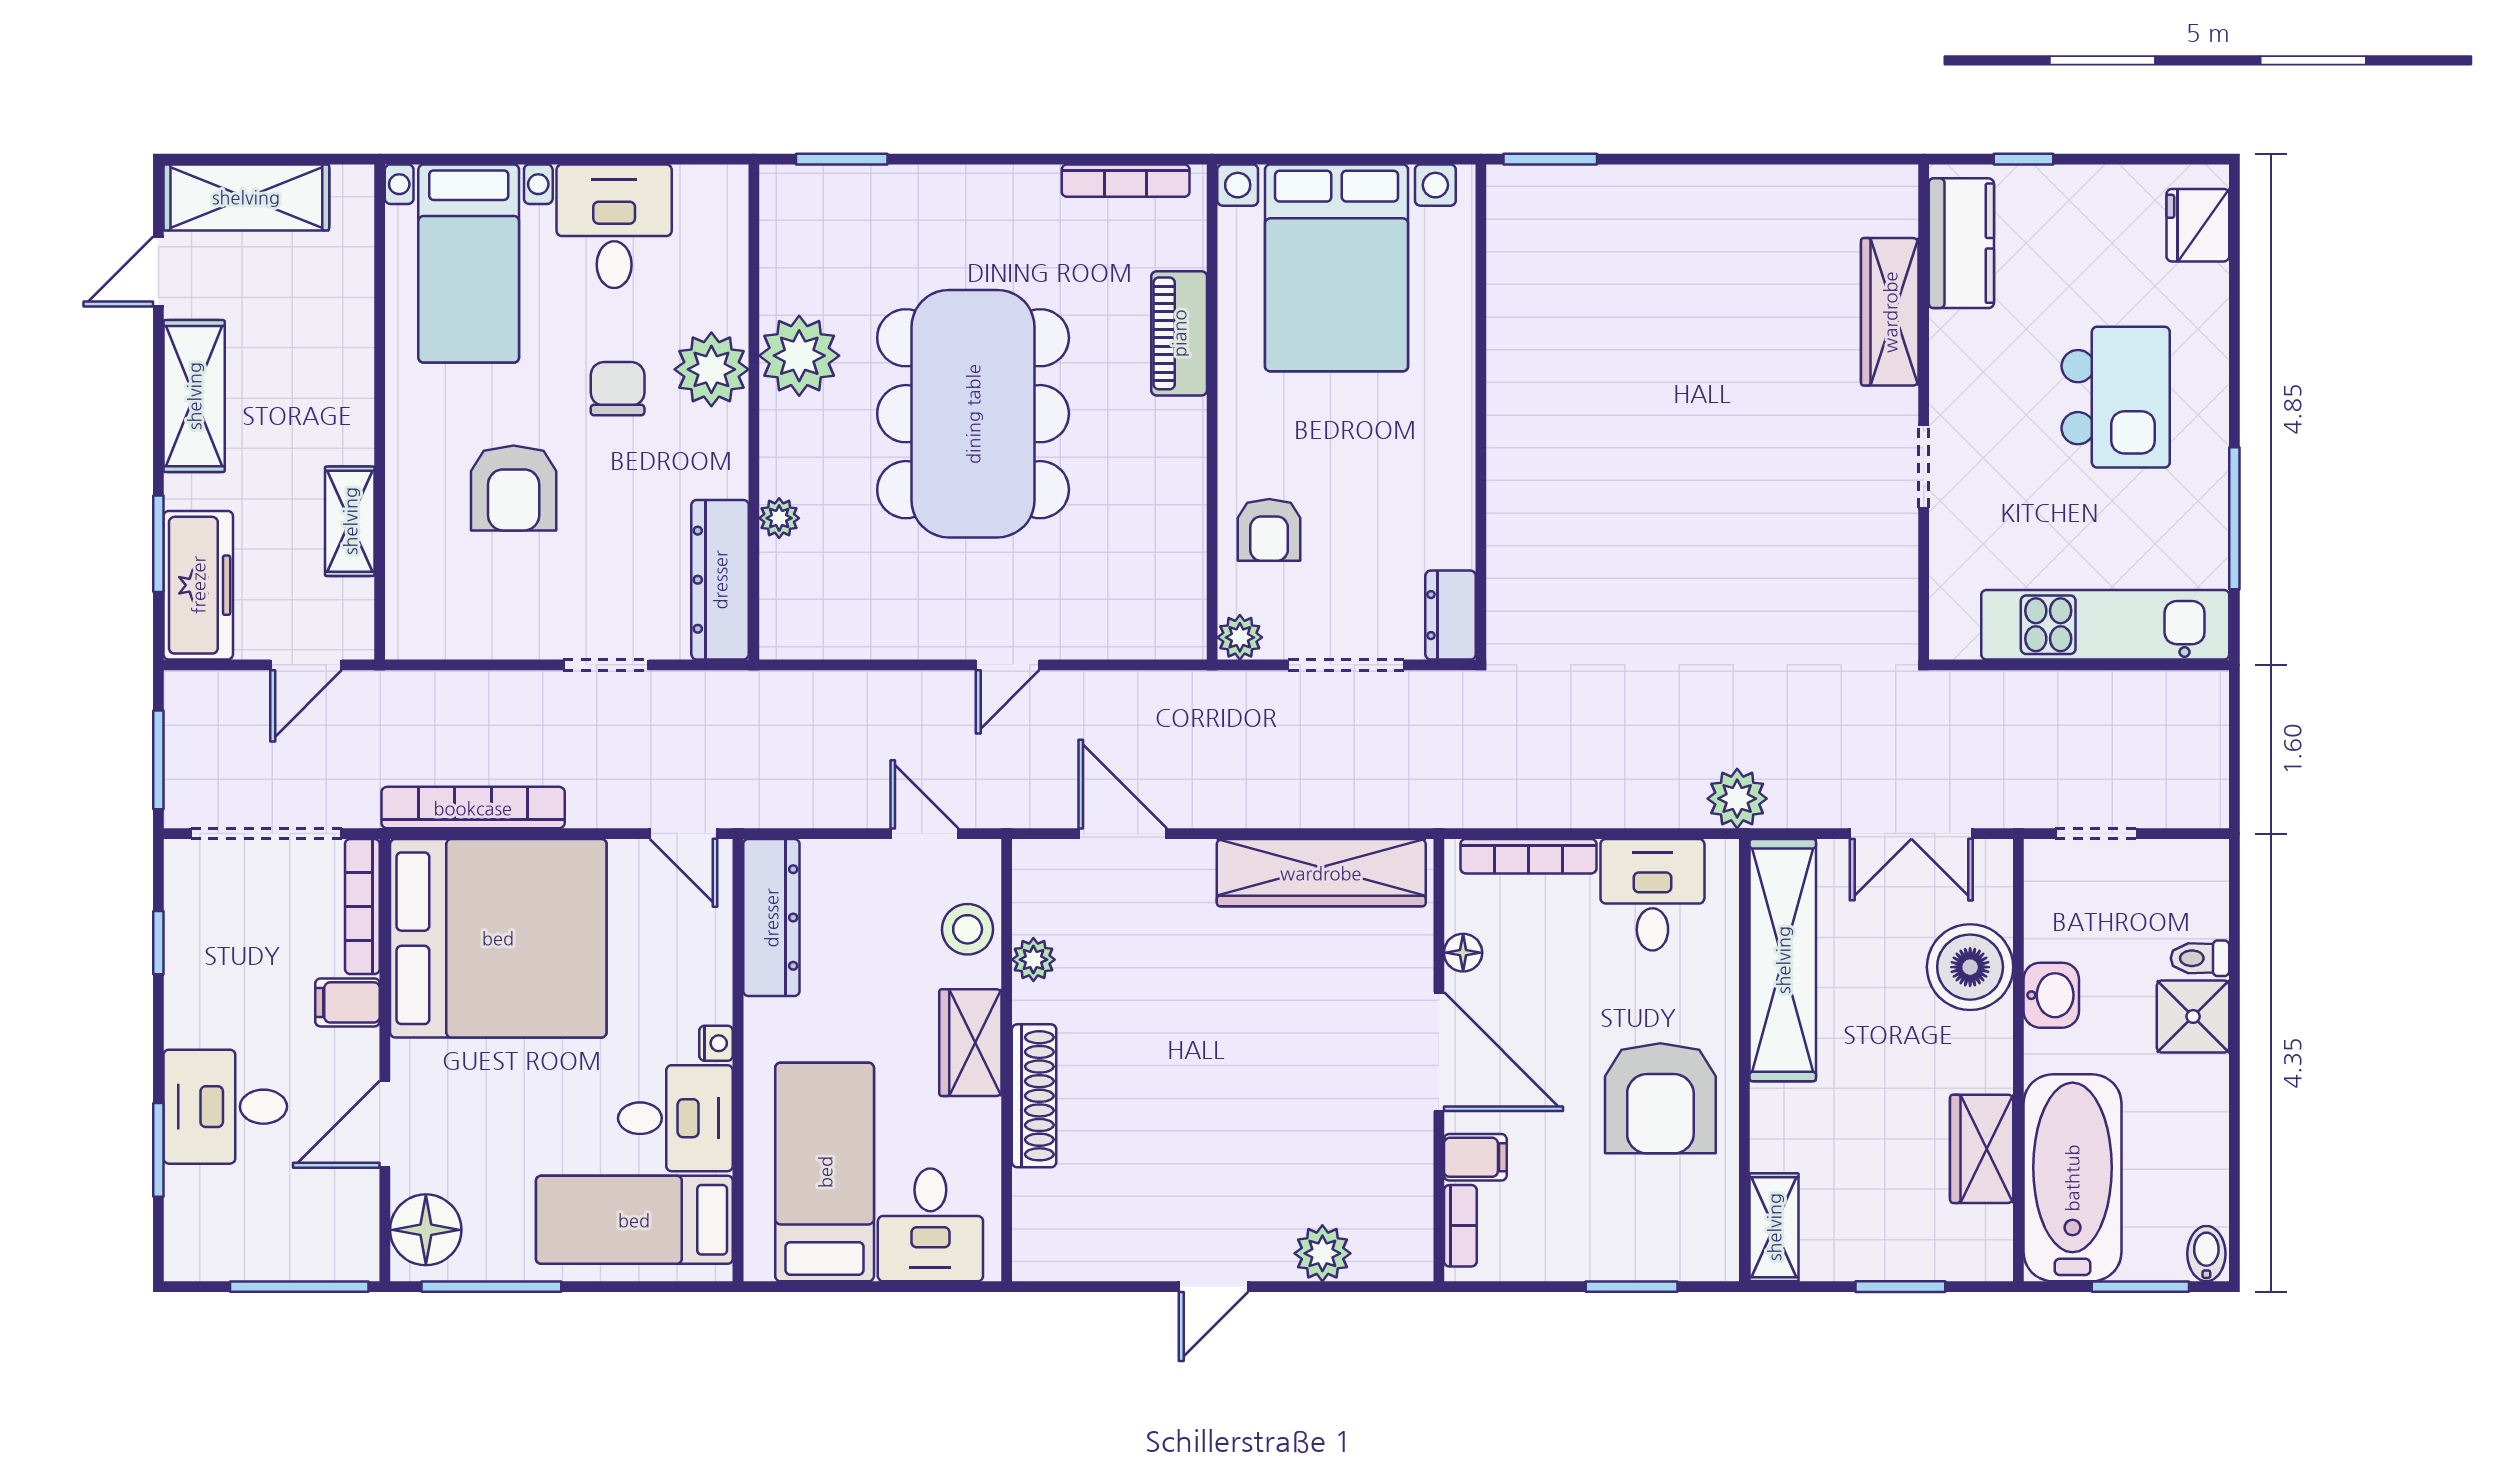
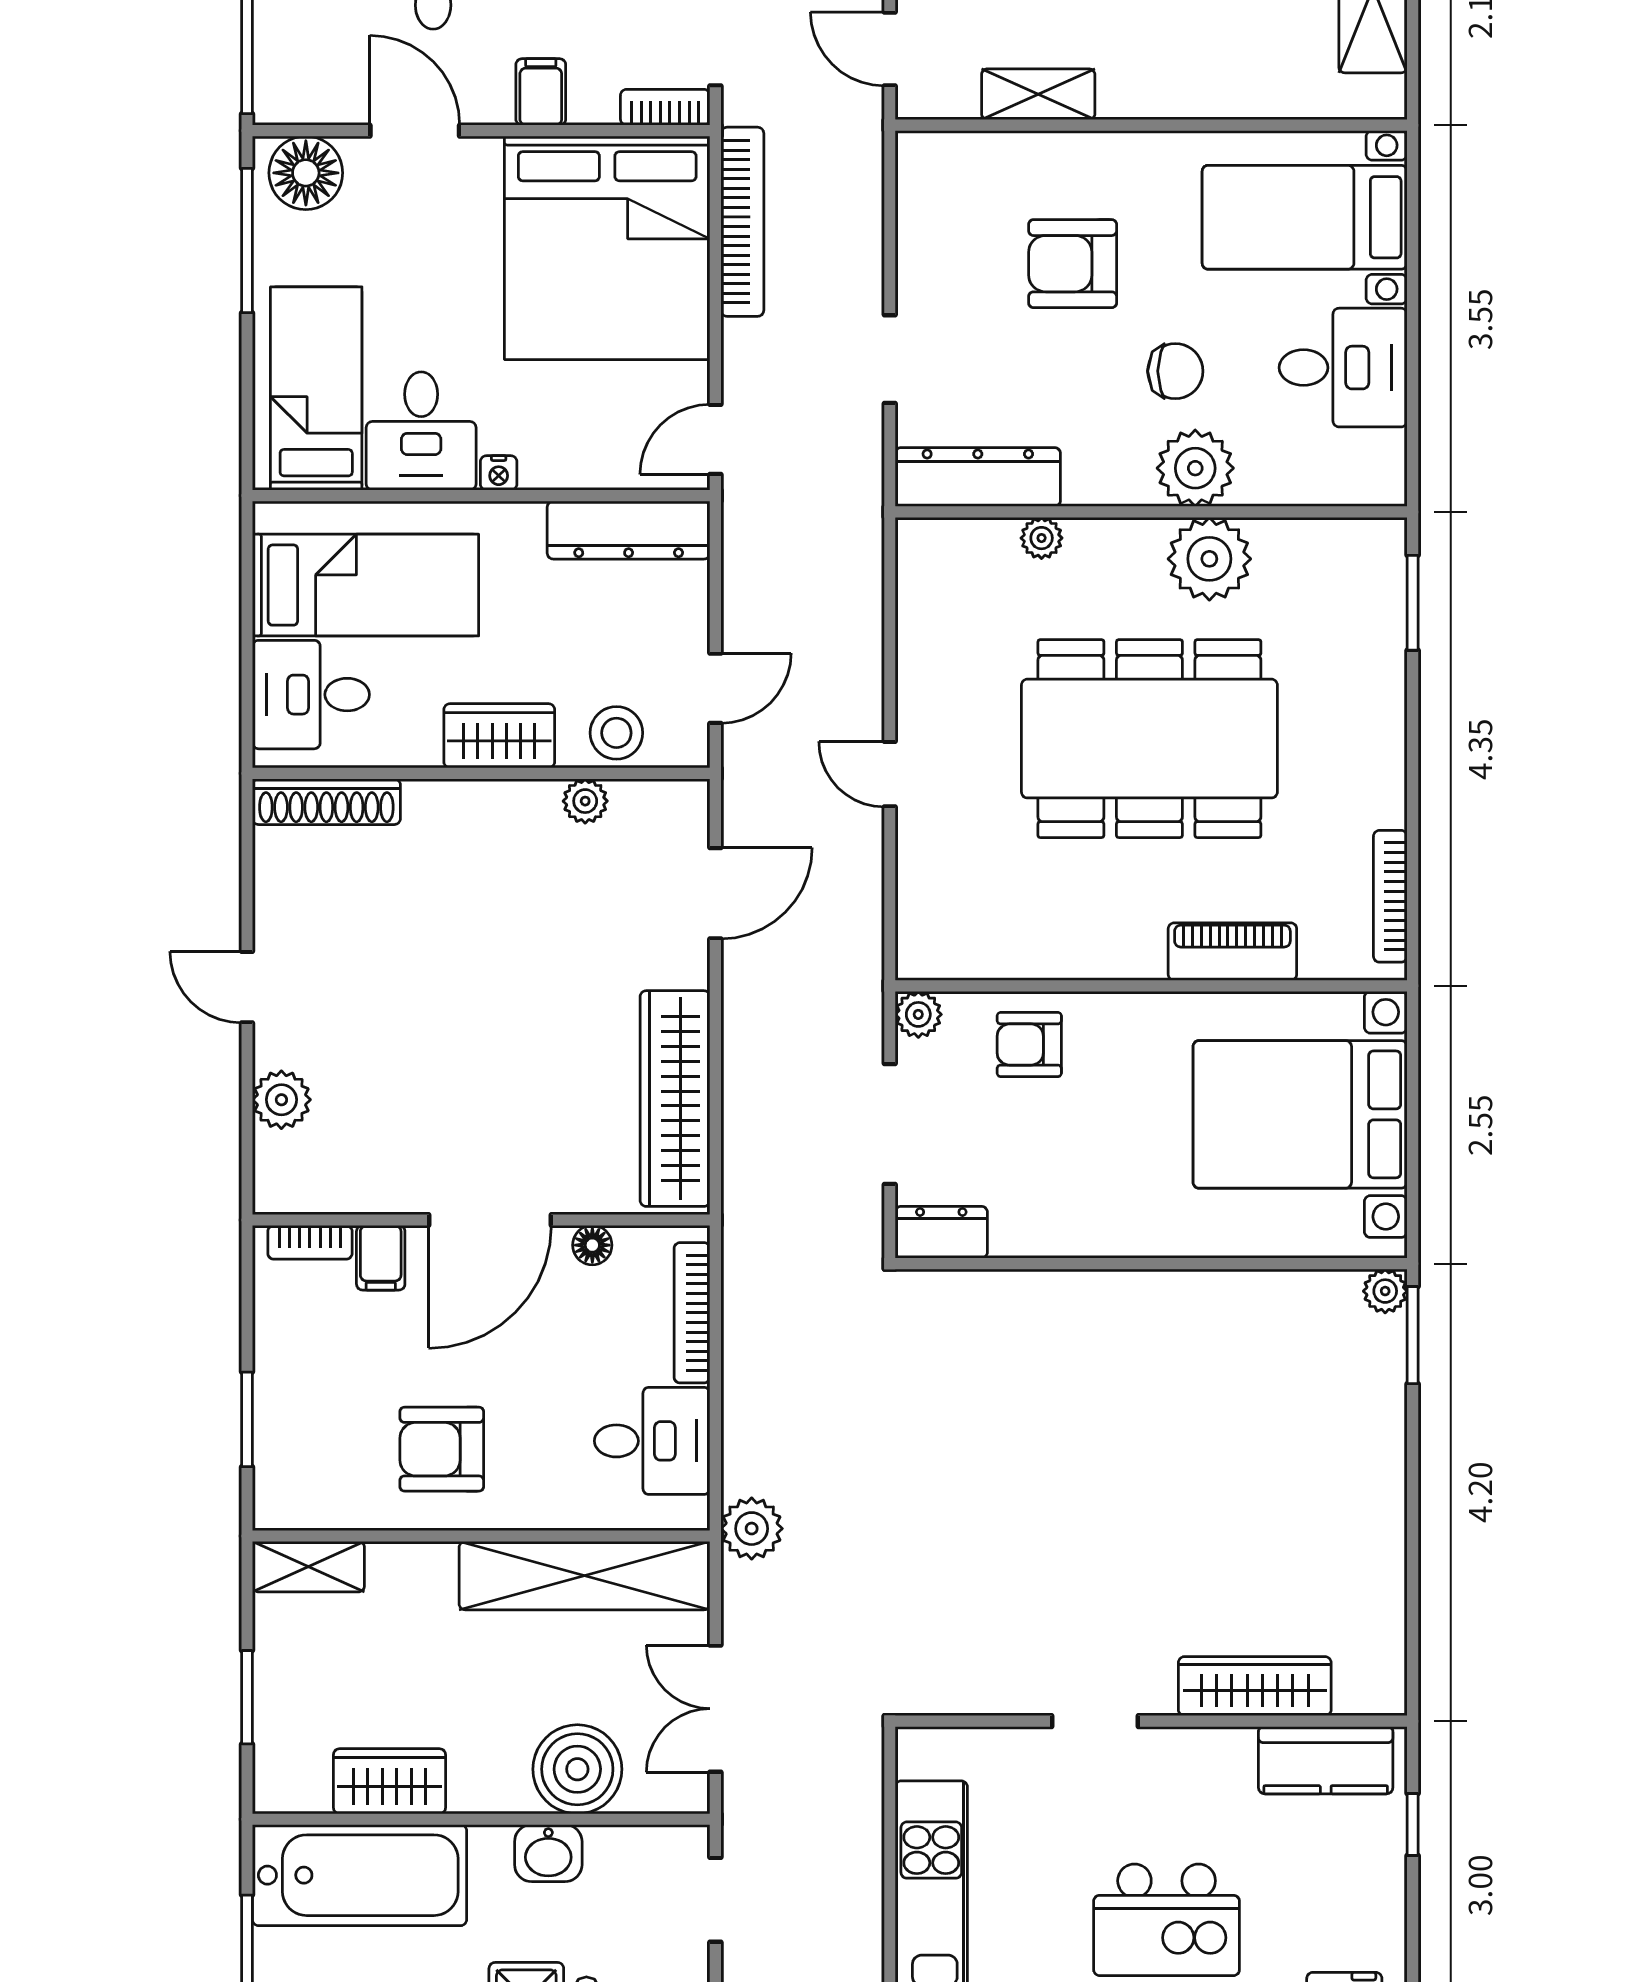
plant: (1507, 186) -> (1385, 1291), added
bookcase: (362, 906) -> (665, 107), width x0.64
shoe rack: (1034, 1096) -> (326, 802), moved
armchair: (1660, 1098) -> (442, 1449), width x0.73, depth x0.73

